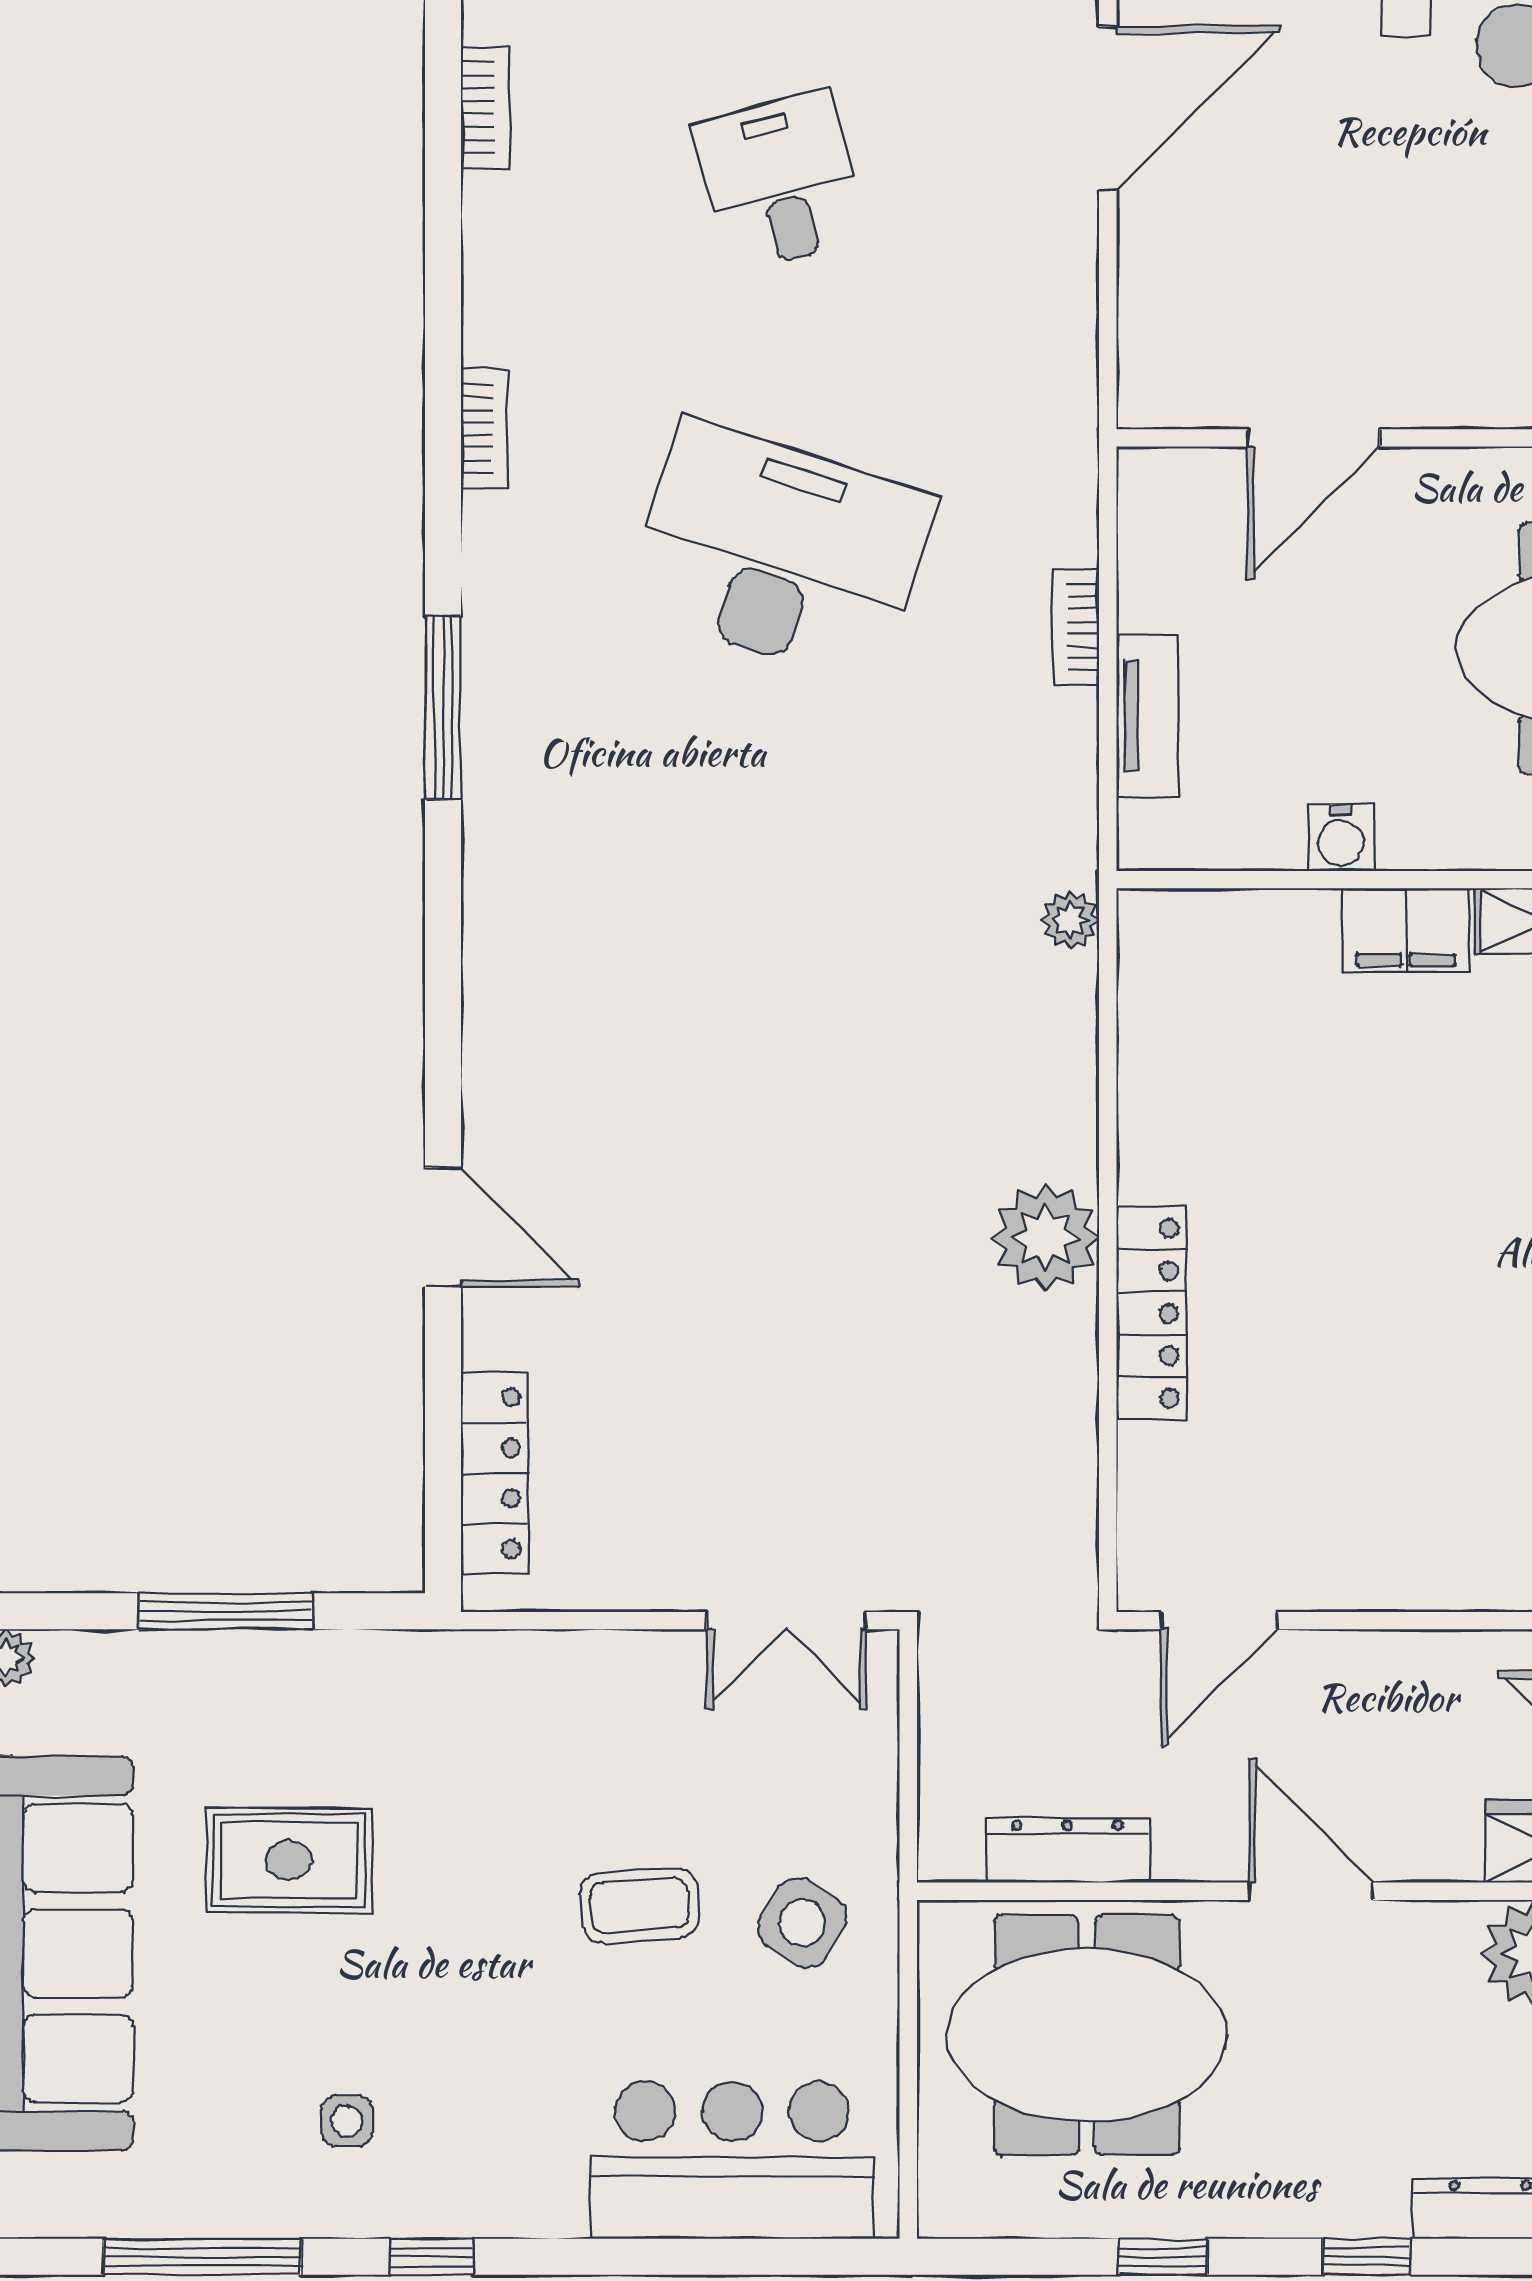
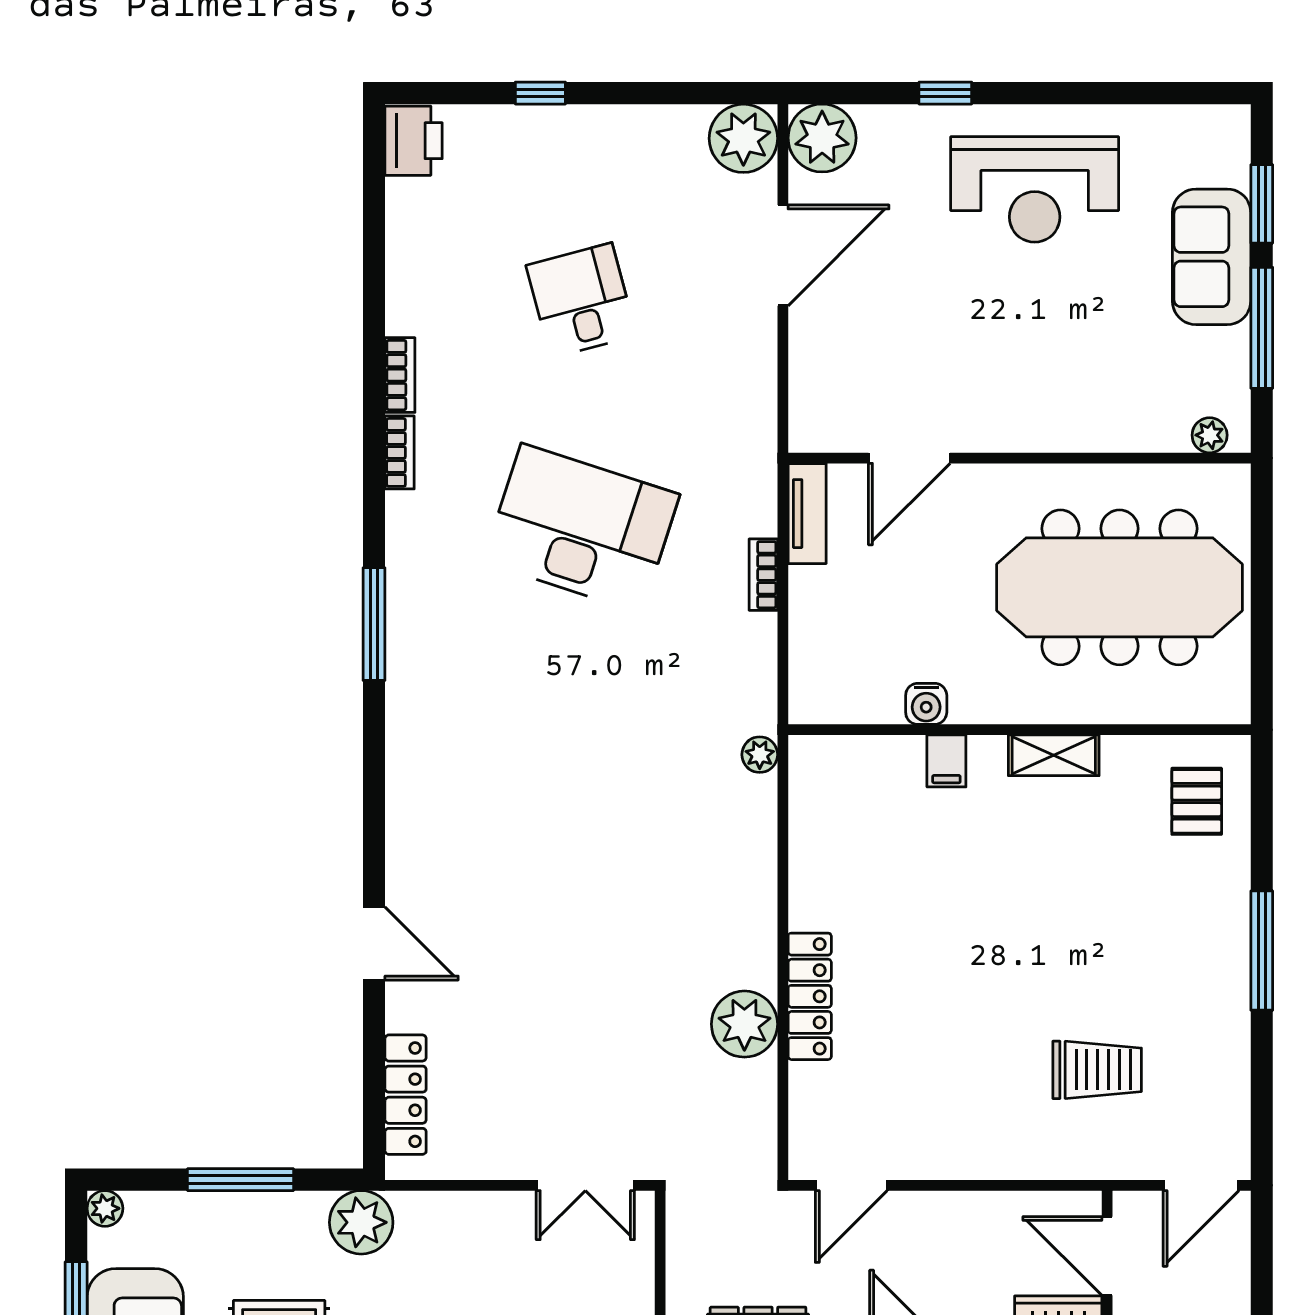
bookcase: (485, 108) -> (400, 375), moved
tv unit: (1147, 716) -> (807, 514), moved
filing cabinet: (1406, 930) -> (946, 761), width x0.50
plant: (1045, 1238) -> (744, 1024), moved
plant: (422, 1681) -> (361, 1222), added

